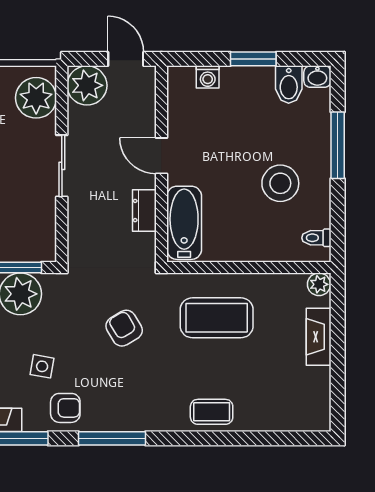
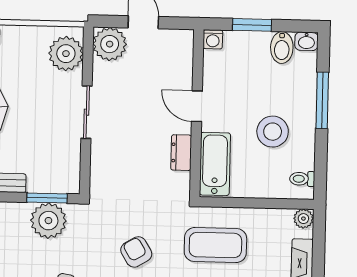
door: (161, 156) -> (197, 106), moved
wall: (161, 164) -> (197, 113), moved
dresser: (144, 211) -> (181, 153), moved
bathtub: (184, 223) -> (215, 164), moved

